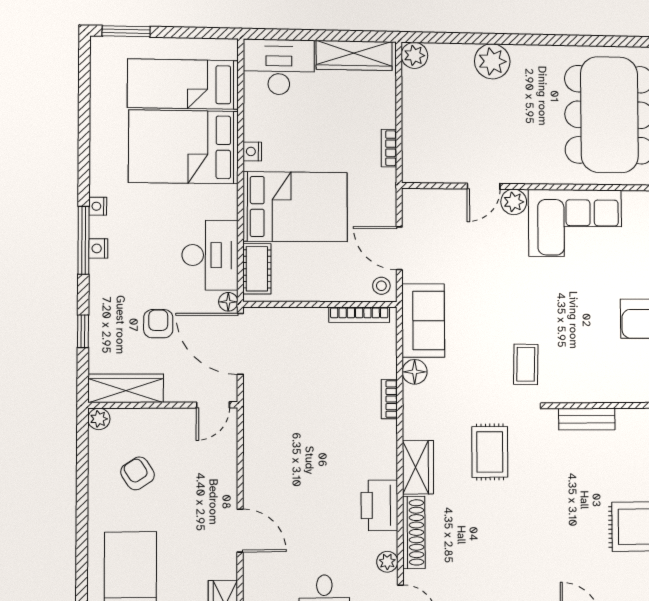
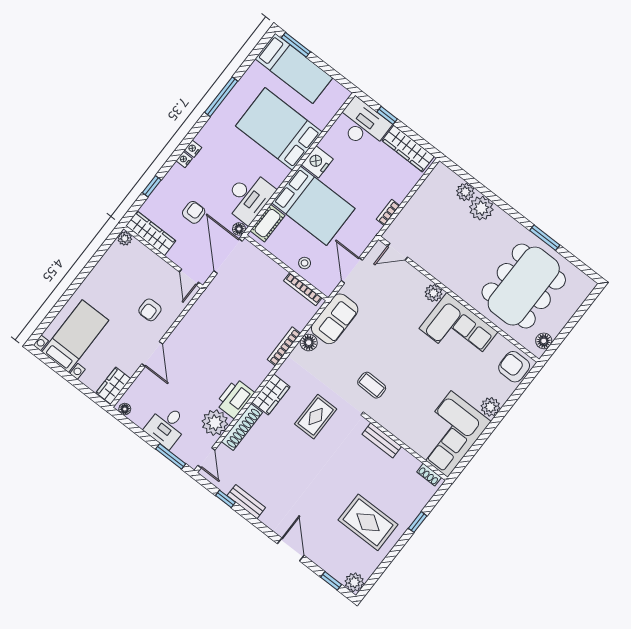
window: (300, 35) -> (387, 115), added
window: (590, 41) -> (545, 238), added
plant: (414, 55) -> (465, 192), moved
bed: (183, 84) -> (294, 68), moved, turned 180
nightstand: (252, 151) -> (317, 162), width x1.89, depth x1.79
door: (484, 186) -> (398, 252), moved
nightstand: (98, 206) -> (184, 160), moved
window: (84, 240) -> (221, 97), moved
stool: (381, 286) -> (305, 263), moved
coffee table: (526, 364) -> (372, 385), turned 90
bookcase: (389, 399) -> (284, 346), width x1.56
door: (213, 405) -> (189, 277), hinge flipped
armchair: (138, 473) -> (150, 310), moved, turned -147
plant: (387, 562) -> (215, 423), width x1.88, depth x1.88

